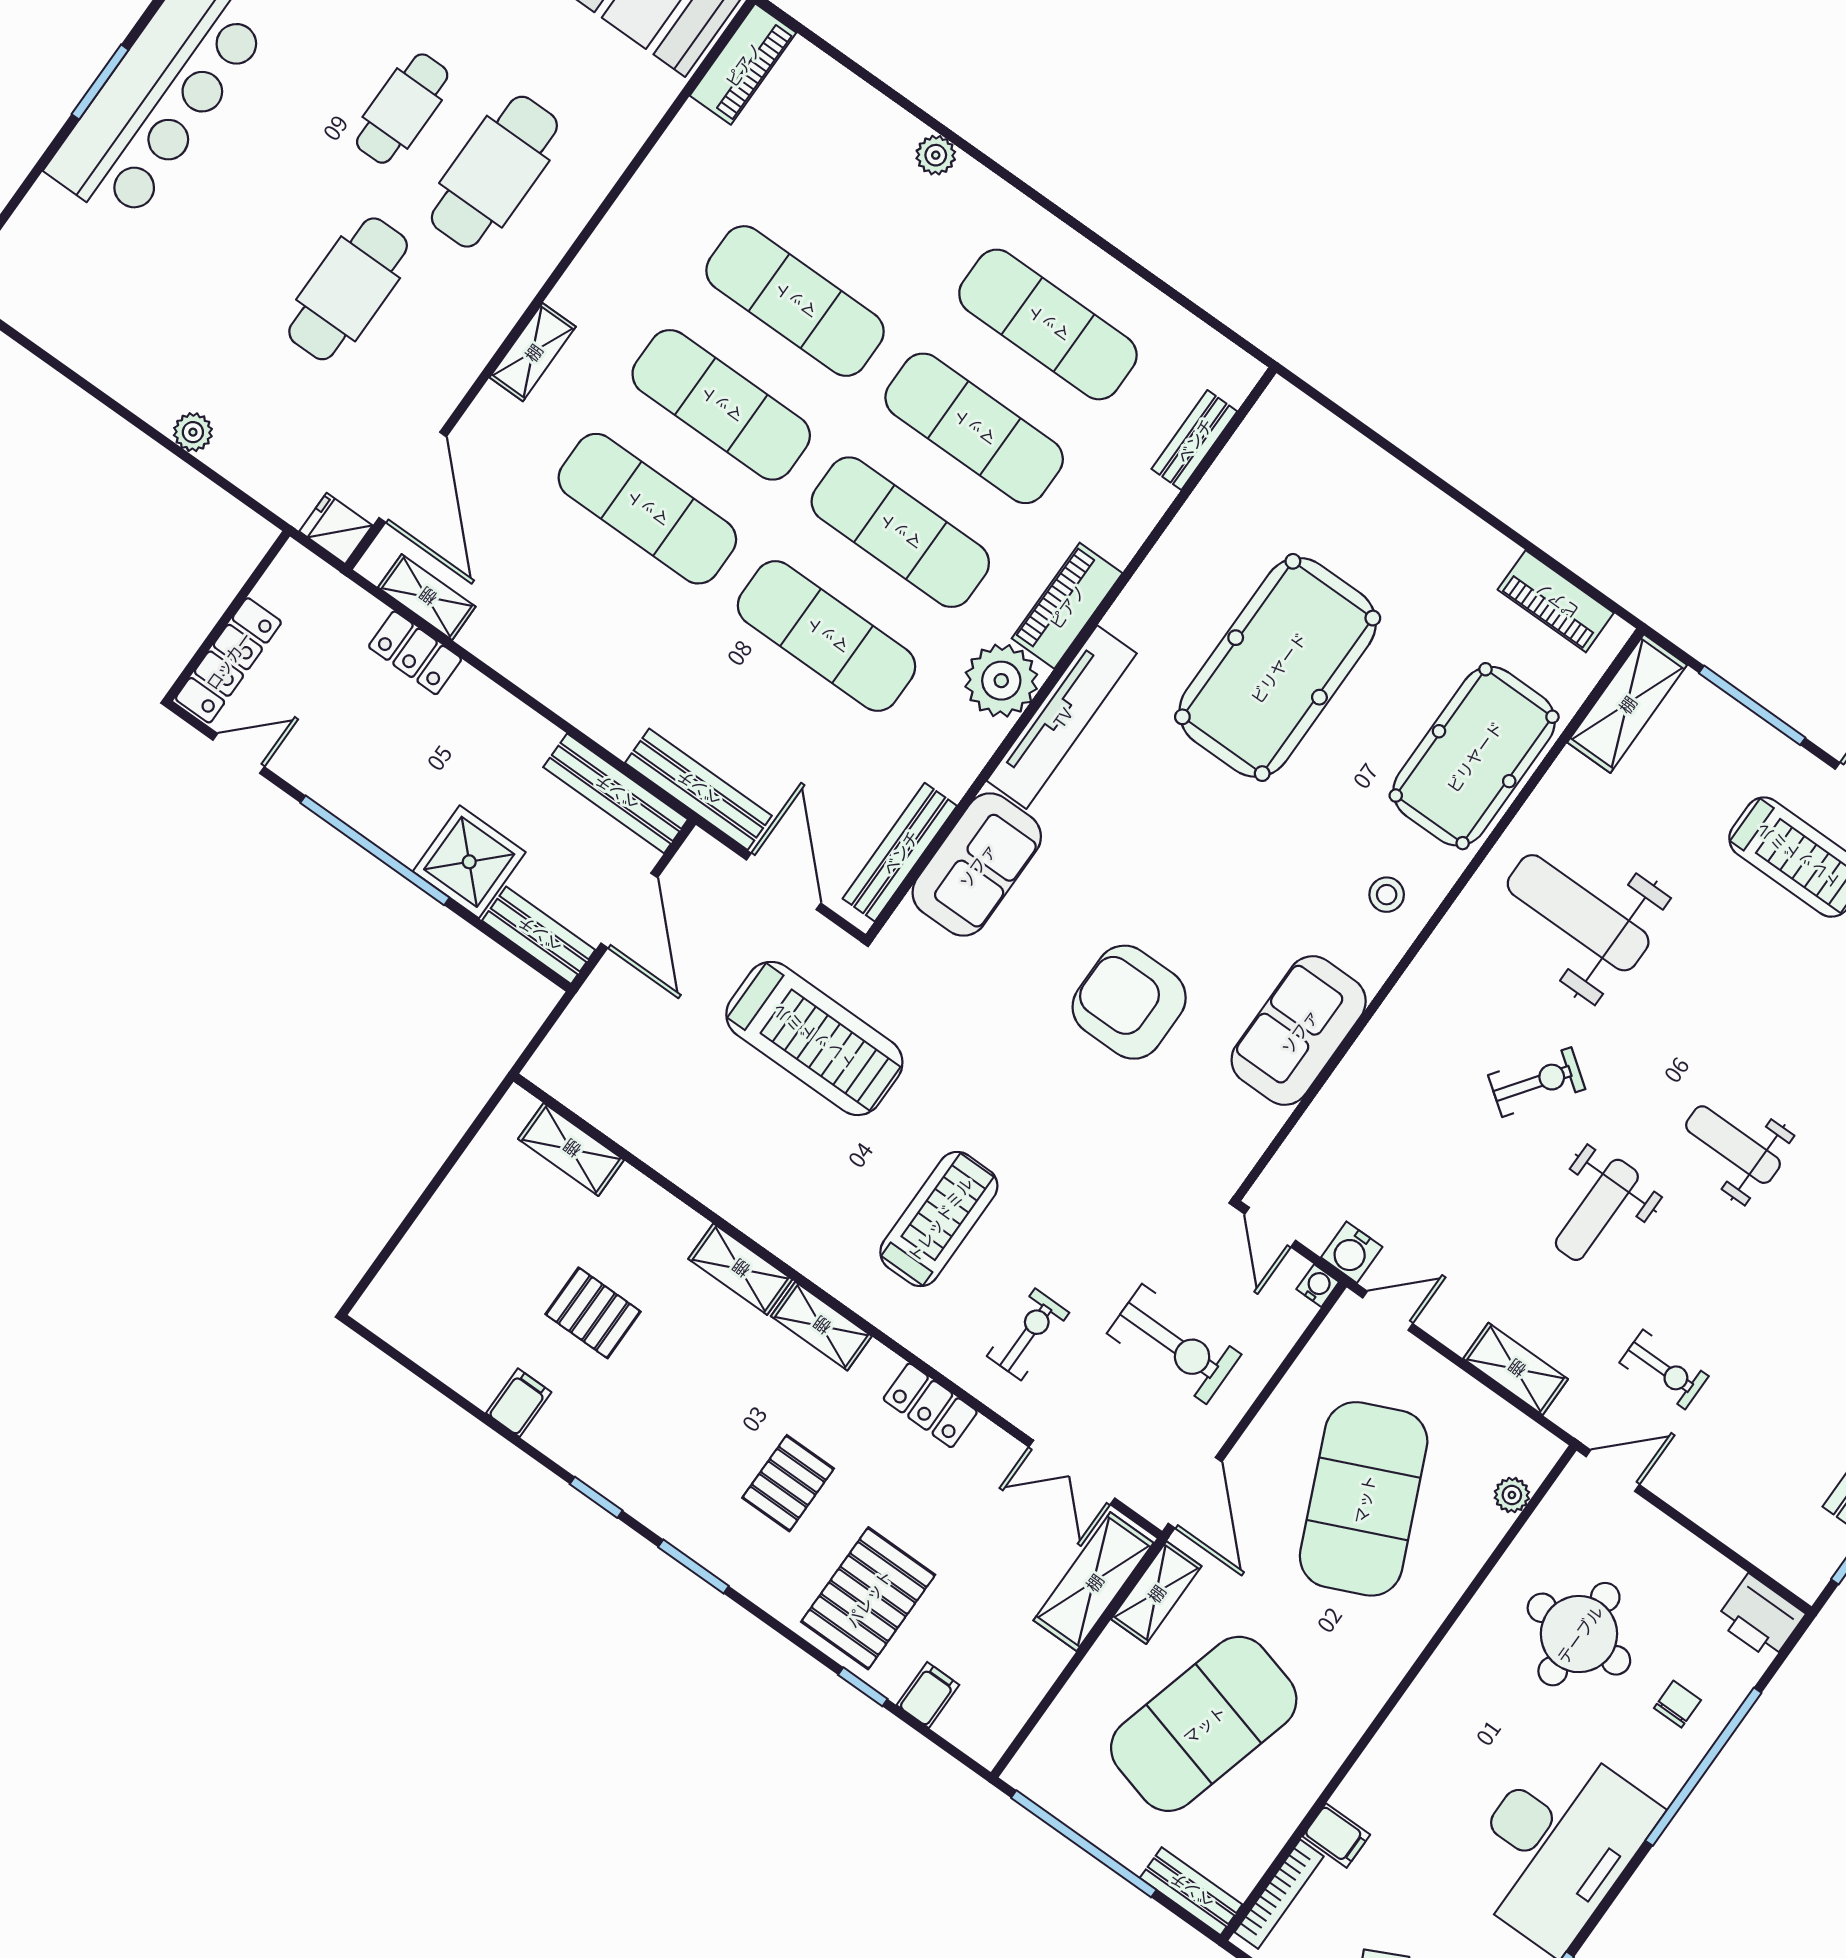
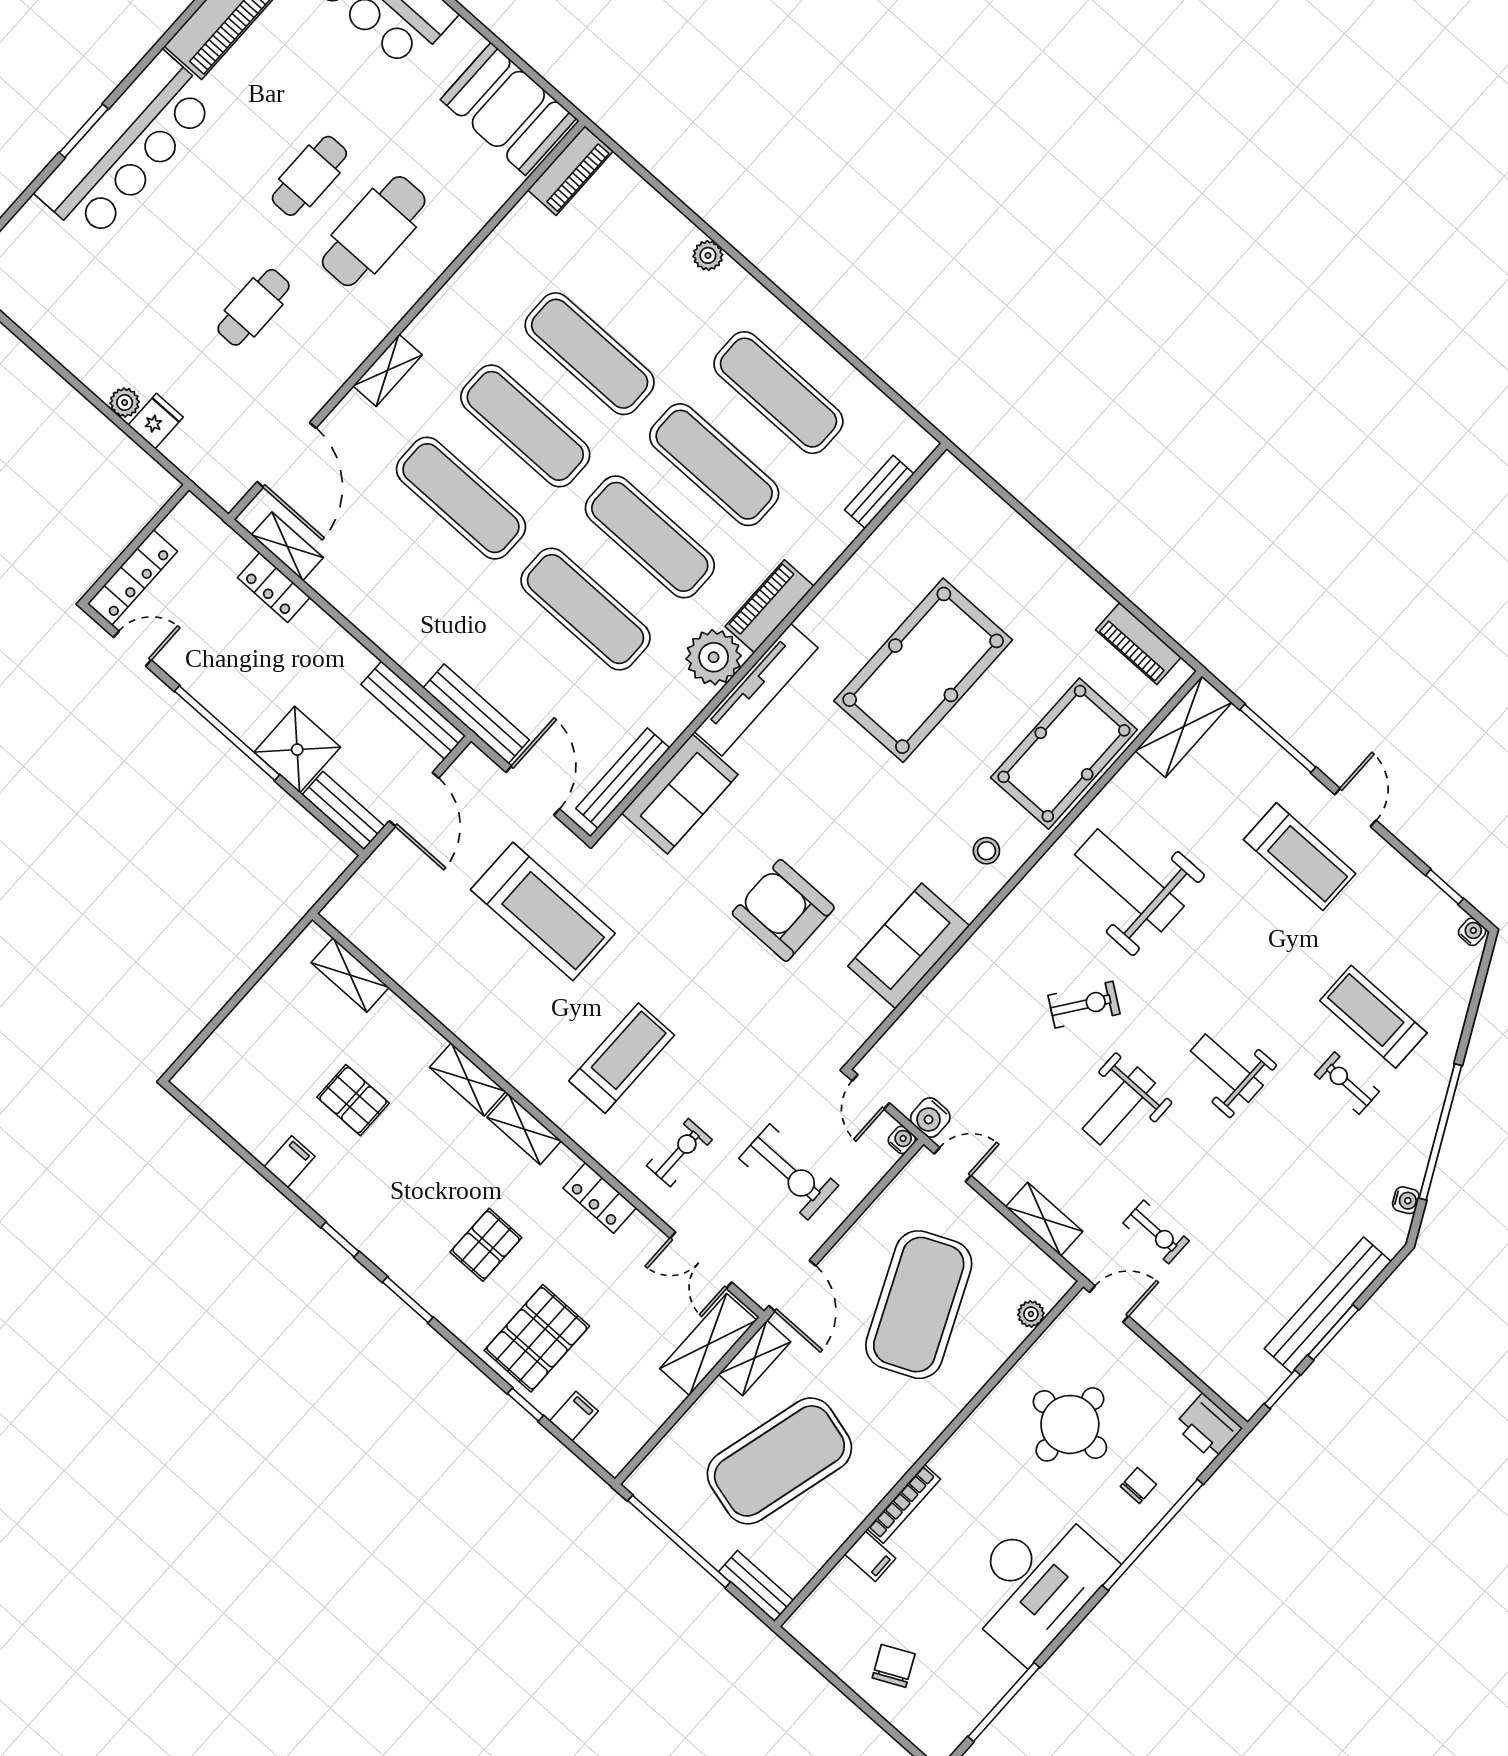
cafe table: (348, 289) -> (254, 307), width x0.73, depth x0.74
fridge: (336, 528) -> (156, 421), moved, turned 90
bookcase: (1279, 1894) -> (904, 1504), moved

